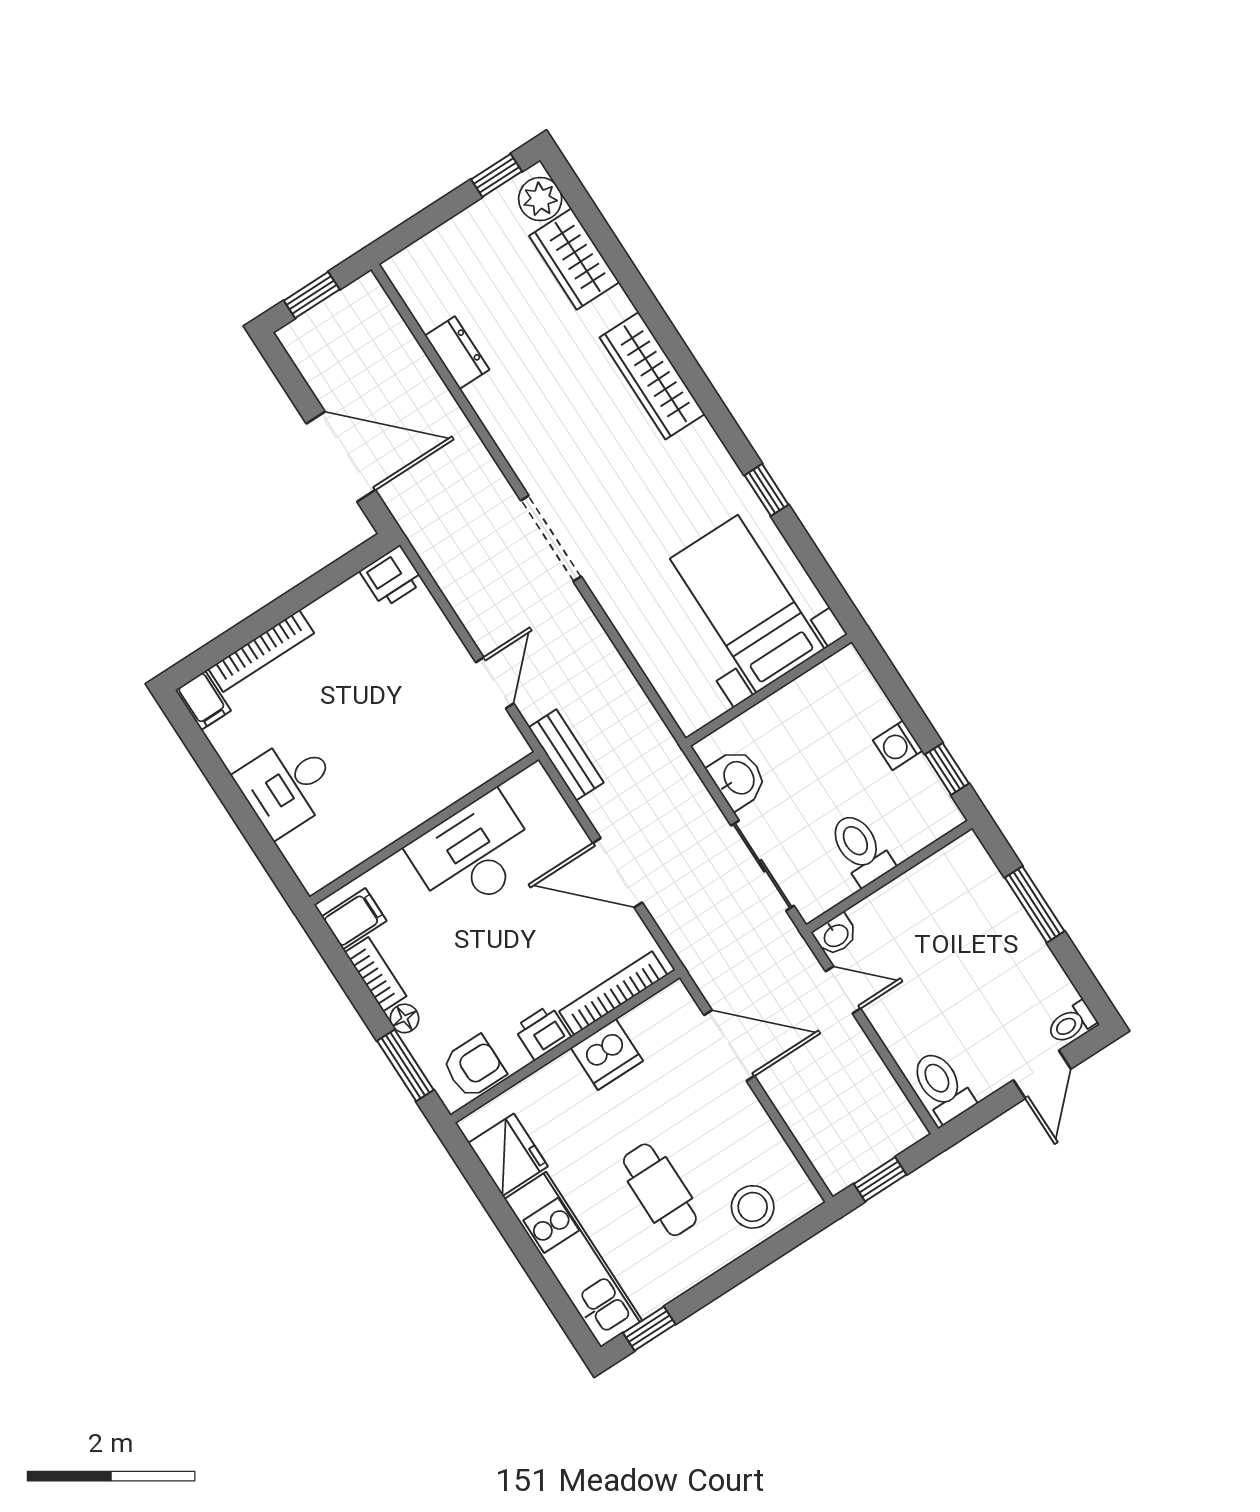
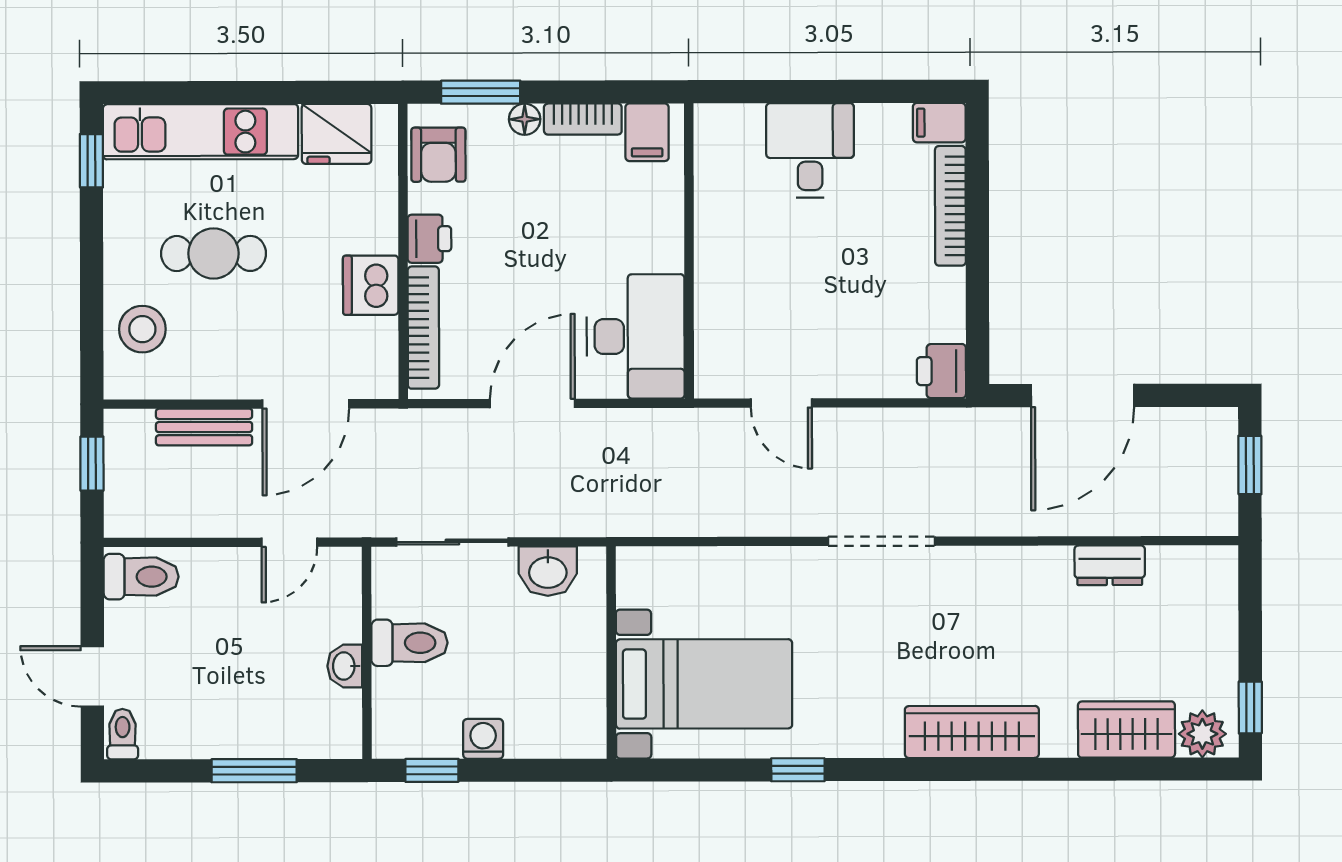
bench: (566, 755) -> (204, 427), moved
desk: (474, 854) -> (636, 336), moved
washbasin: (836, 935) -> (345, 666), moved

